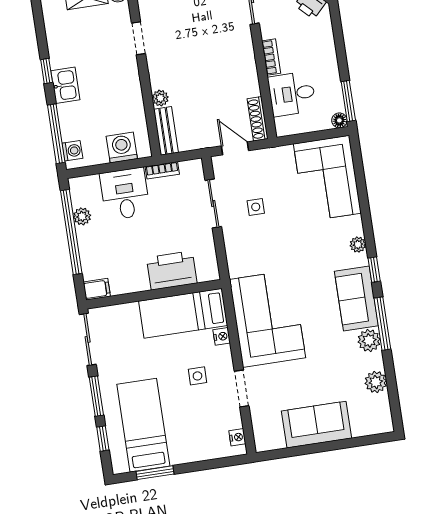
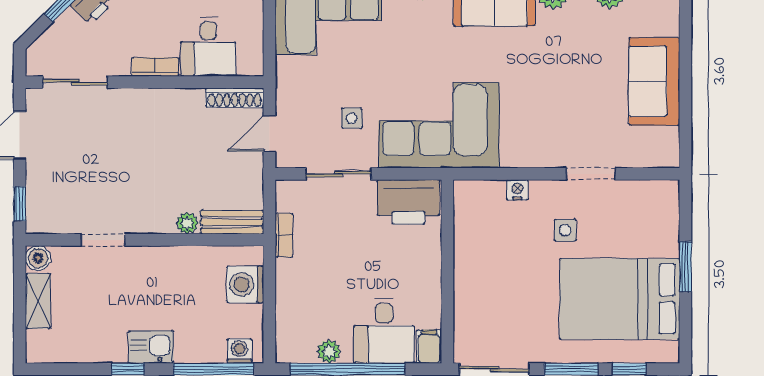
desk: (125, 194) -> (384, 331), moved, turned -90
printer: (172, 270) -> (409, 202), moved, turned -90
bed: (183, 313) -> (479, 237), removed
corner sofa: (267, 319) -> (439, 125), moved
bed: (143, 425) -> (620, 299), width x1.50
nightstand: (237, 437) -> (655, 190), removed
window: (155, 473) -> (685, 267), moved

